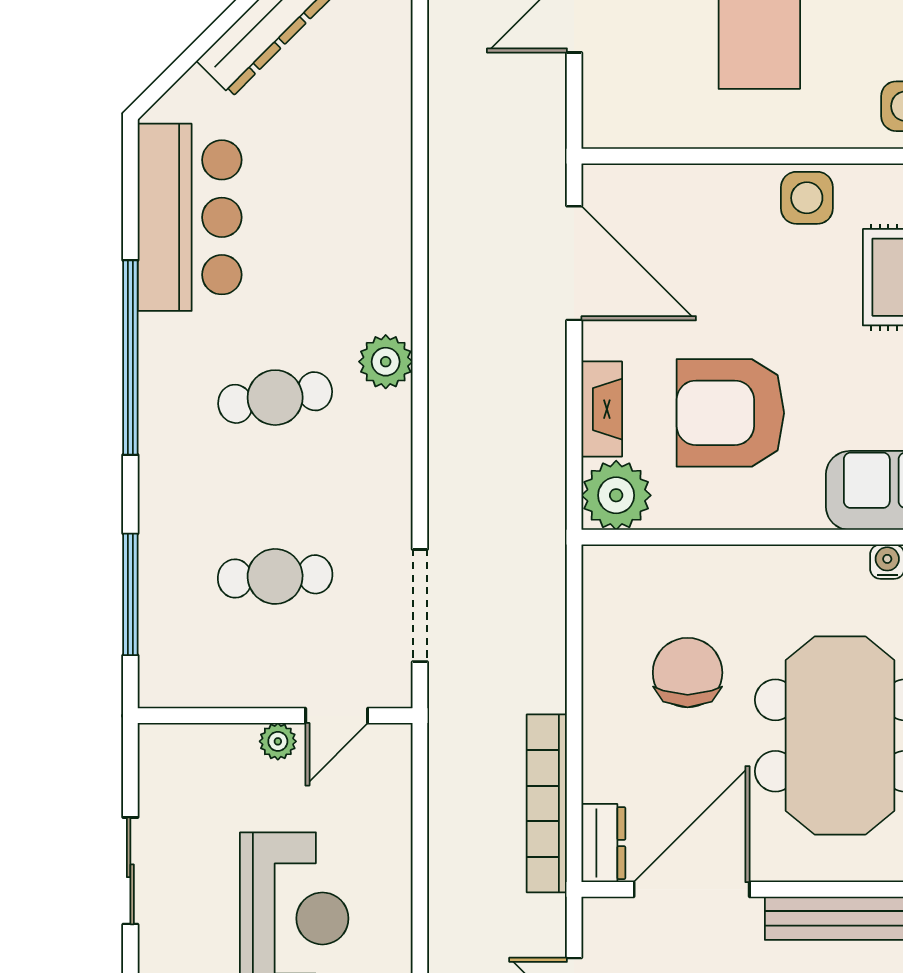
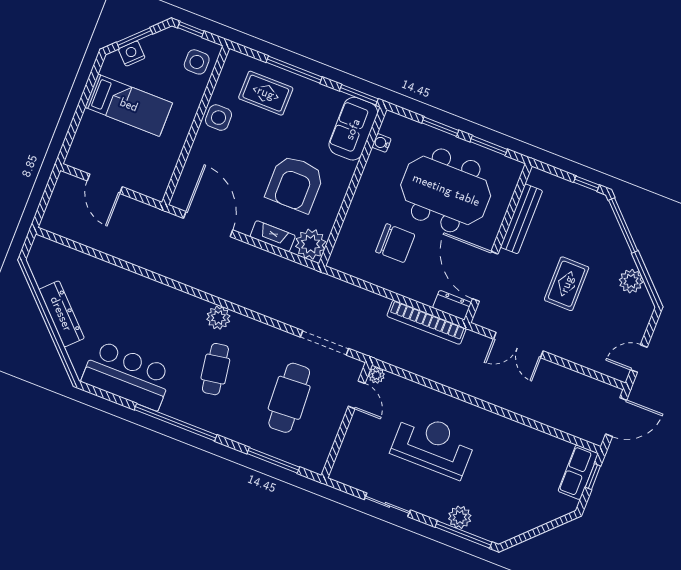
door: (574, 263) -> (208, 224), hinge flipped
cafe table: (275, 576) -> (289, 398), width x1.37, depth x1.35
chair: (688, 673) -> (395, 243), turned 180
plant: (278, 741) -> (376, 375), moved

